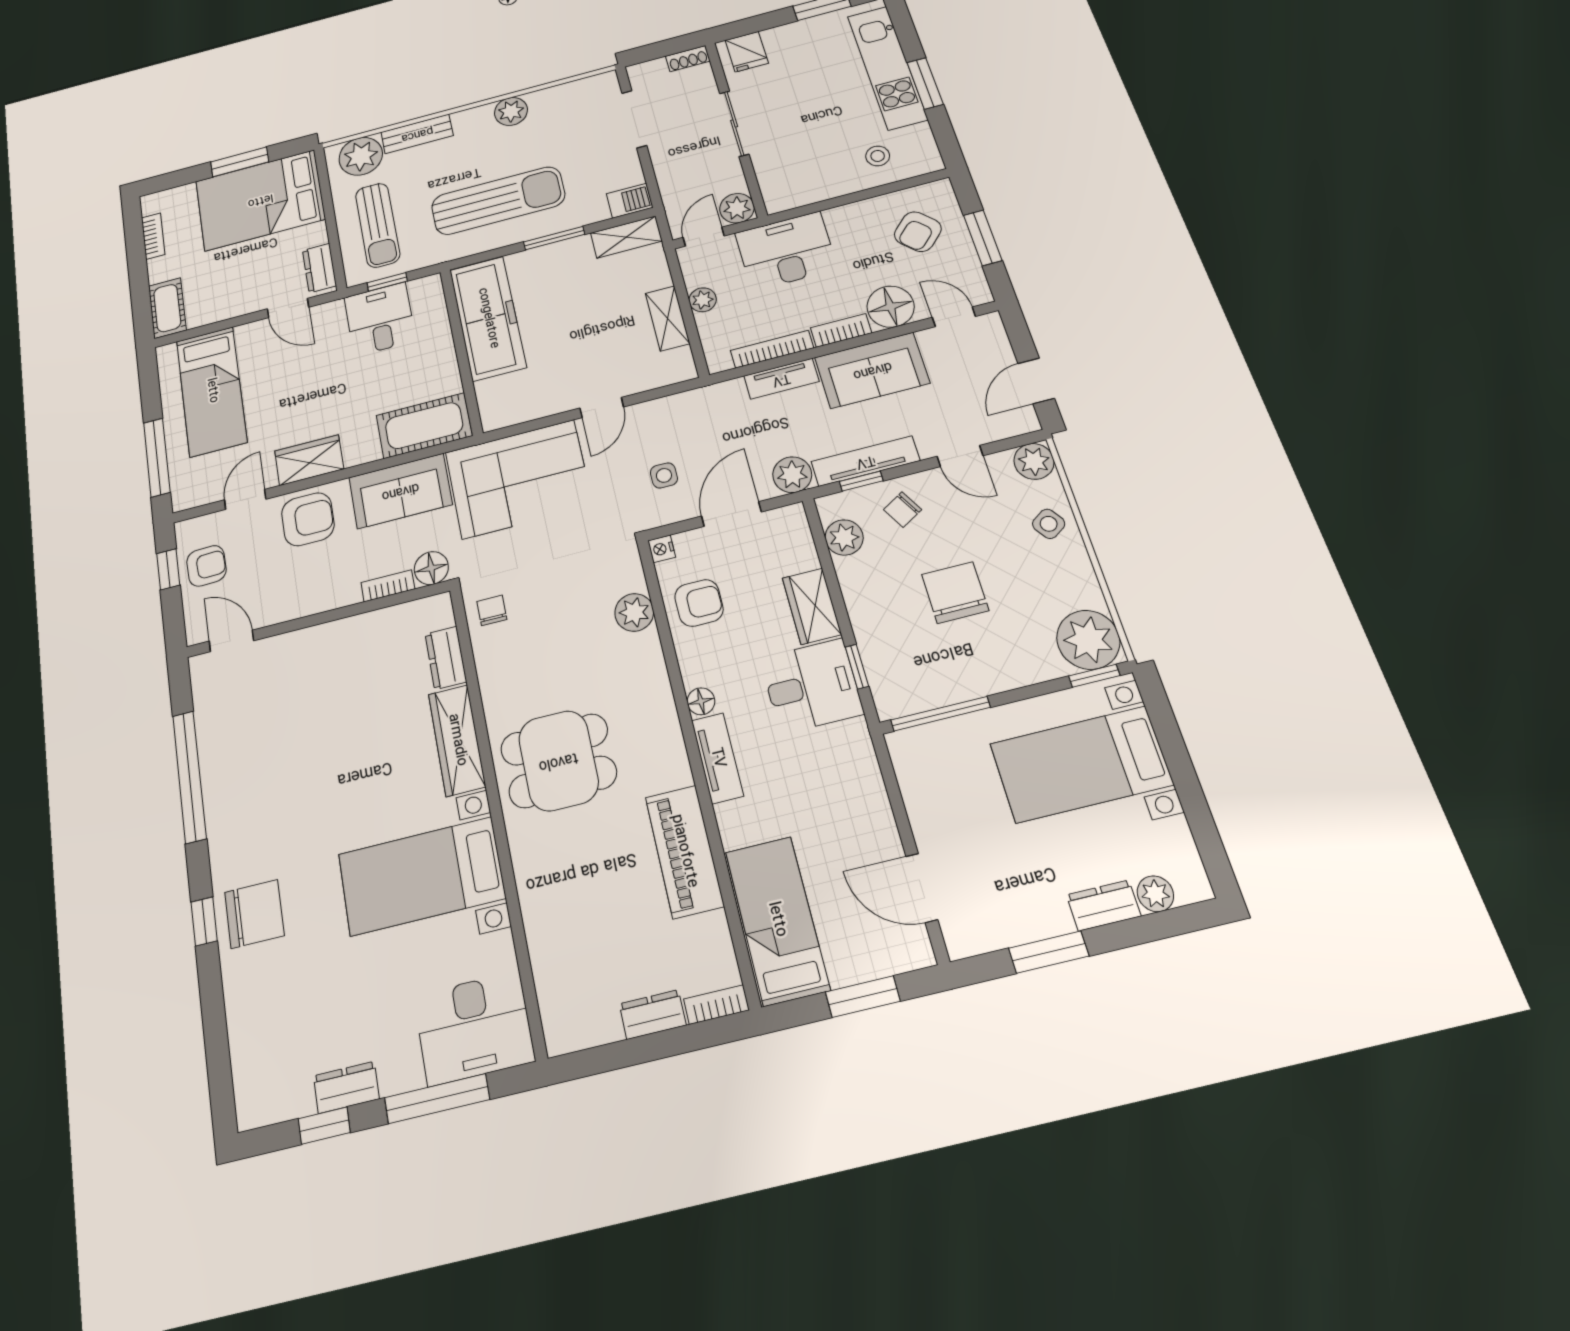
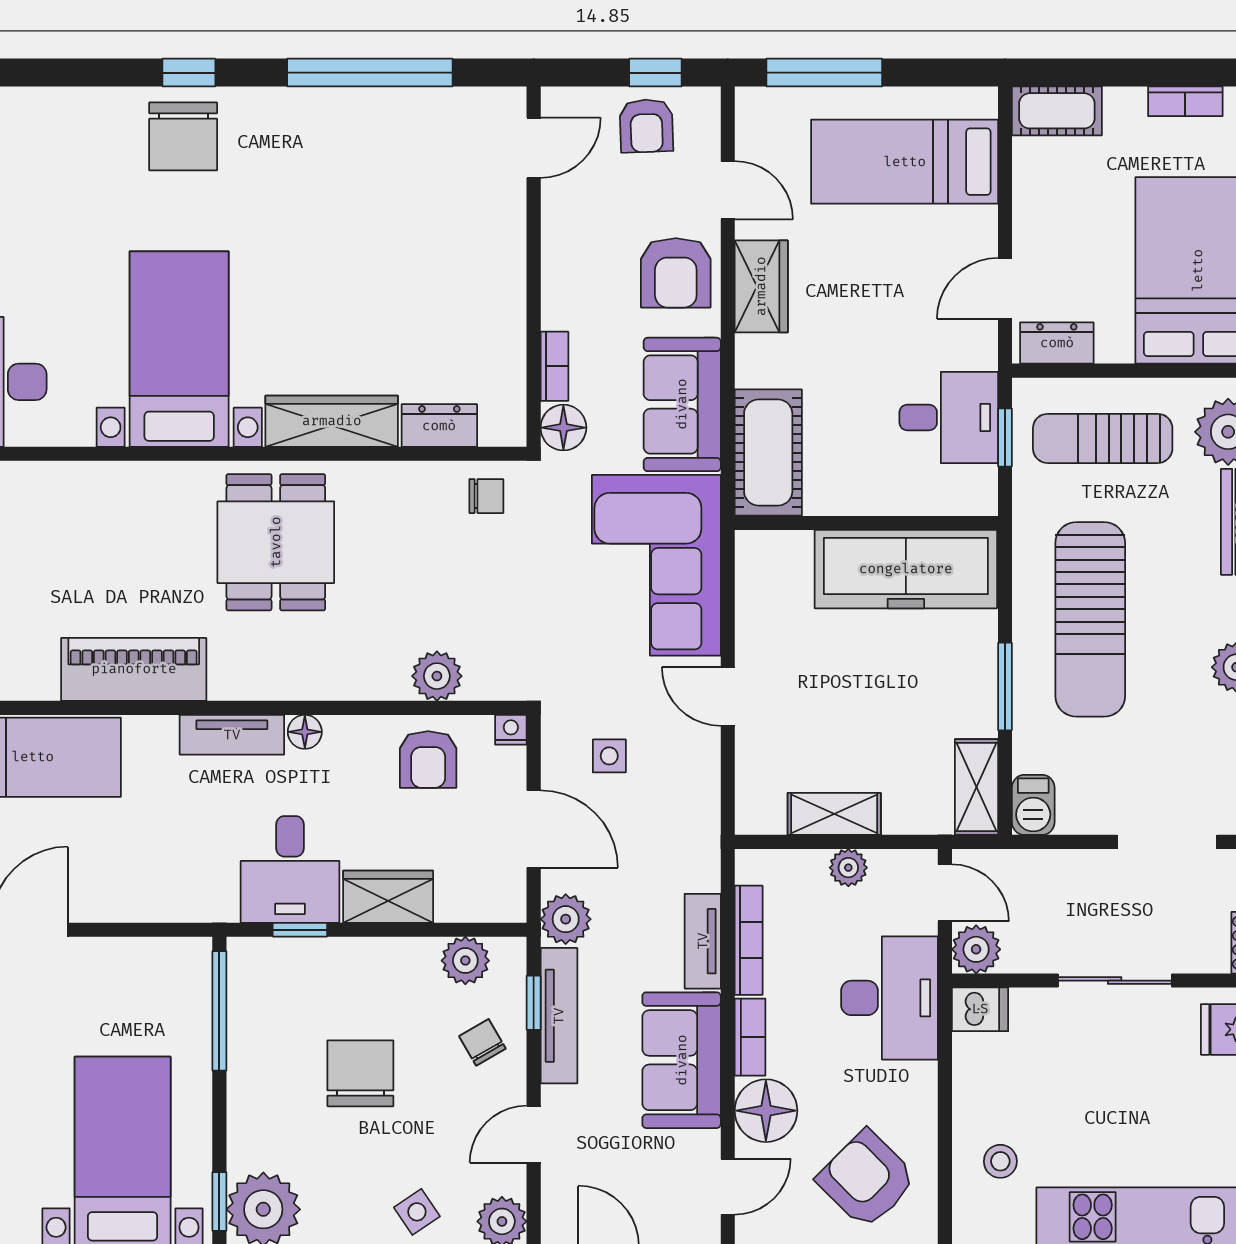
dishwasher: (777, 195) -> (980, 1009), added
armchair: (918, 232) -> (867, 1179), width x1.38, depth x1.38
chair: (955, 593) -> (360, 1073), turned -90

